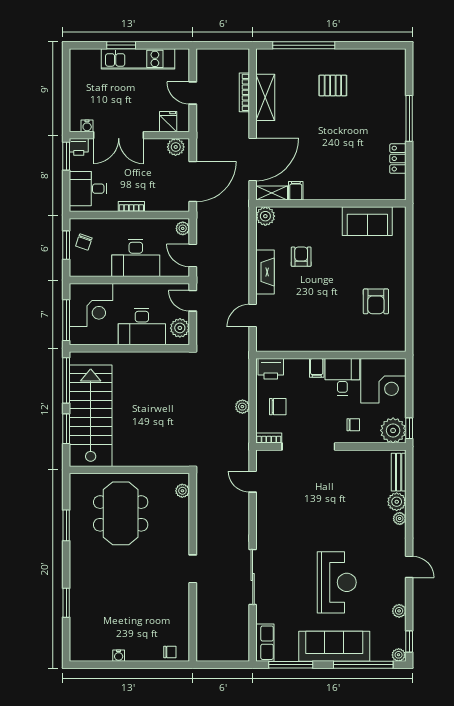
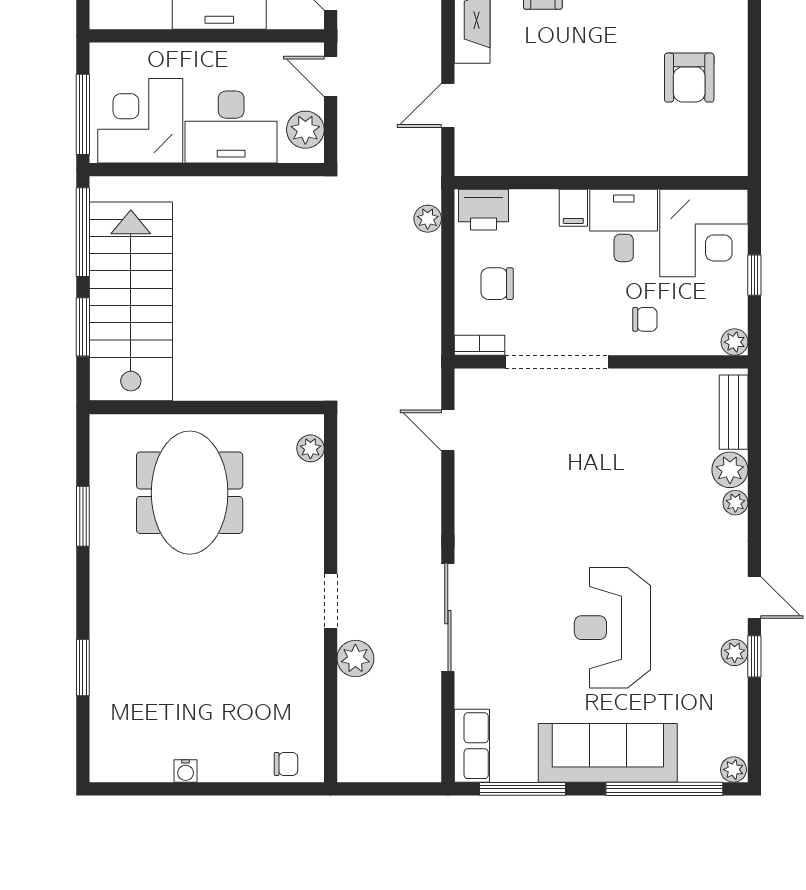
corner desk: (91, 305) -> (140, 121), moved, turned 180
plant: (242, 407) -> (428, 219), moved
chair: (278, 407) -> (497, 284), turned 180
window: (409, 428) -> (754, 275), moved
plant: (393, 430) -> (734, 342), width x0.53, depth x0.53
reception desk: (337, 582) -> (612, 628), turned 180
plant: (205, 598) -> (355, 659), added
plant: (399, 611) -> (735, 652), moved
window: (409, 642) -> (754, 656), moved

